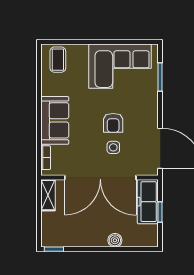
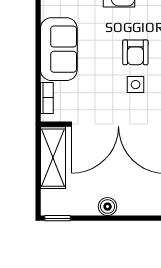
shelving: (48, 195) -> (53, 158), width x1.50, depth x1.33
boiler: (115, 240) -> (108, 207), moved

